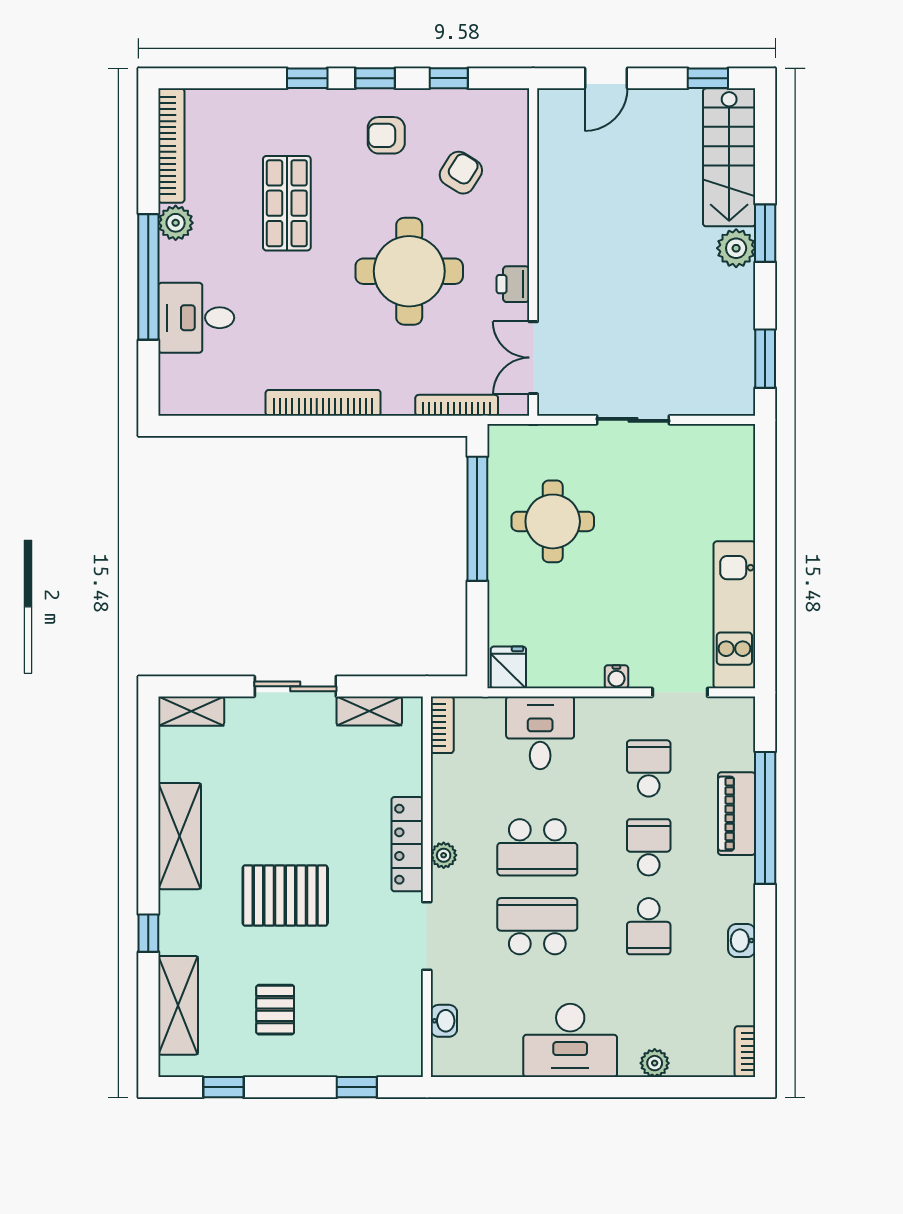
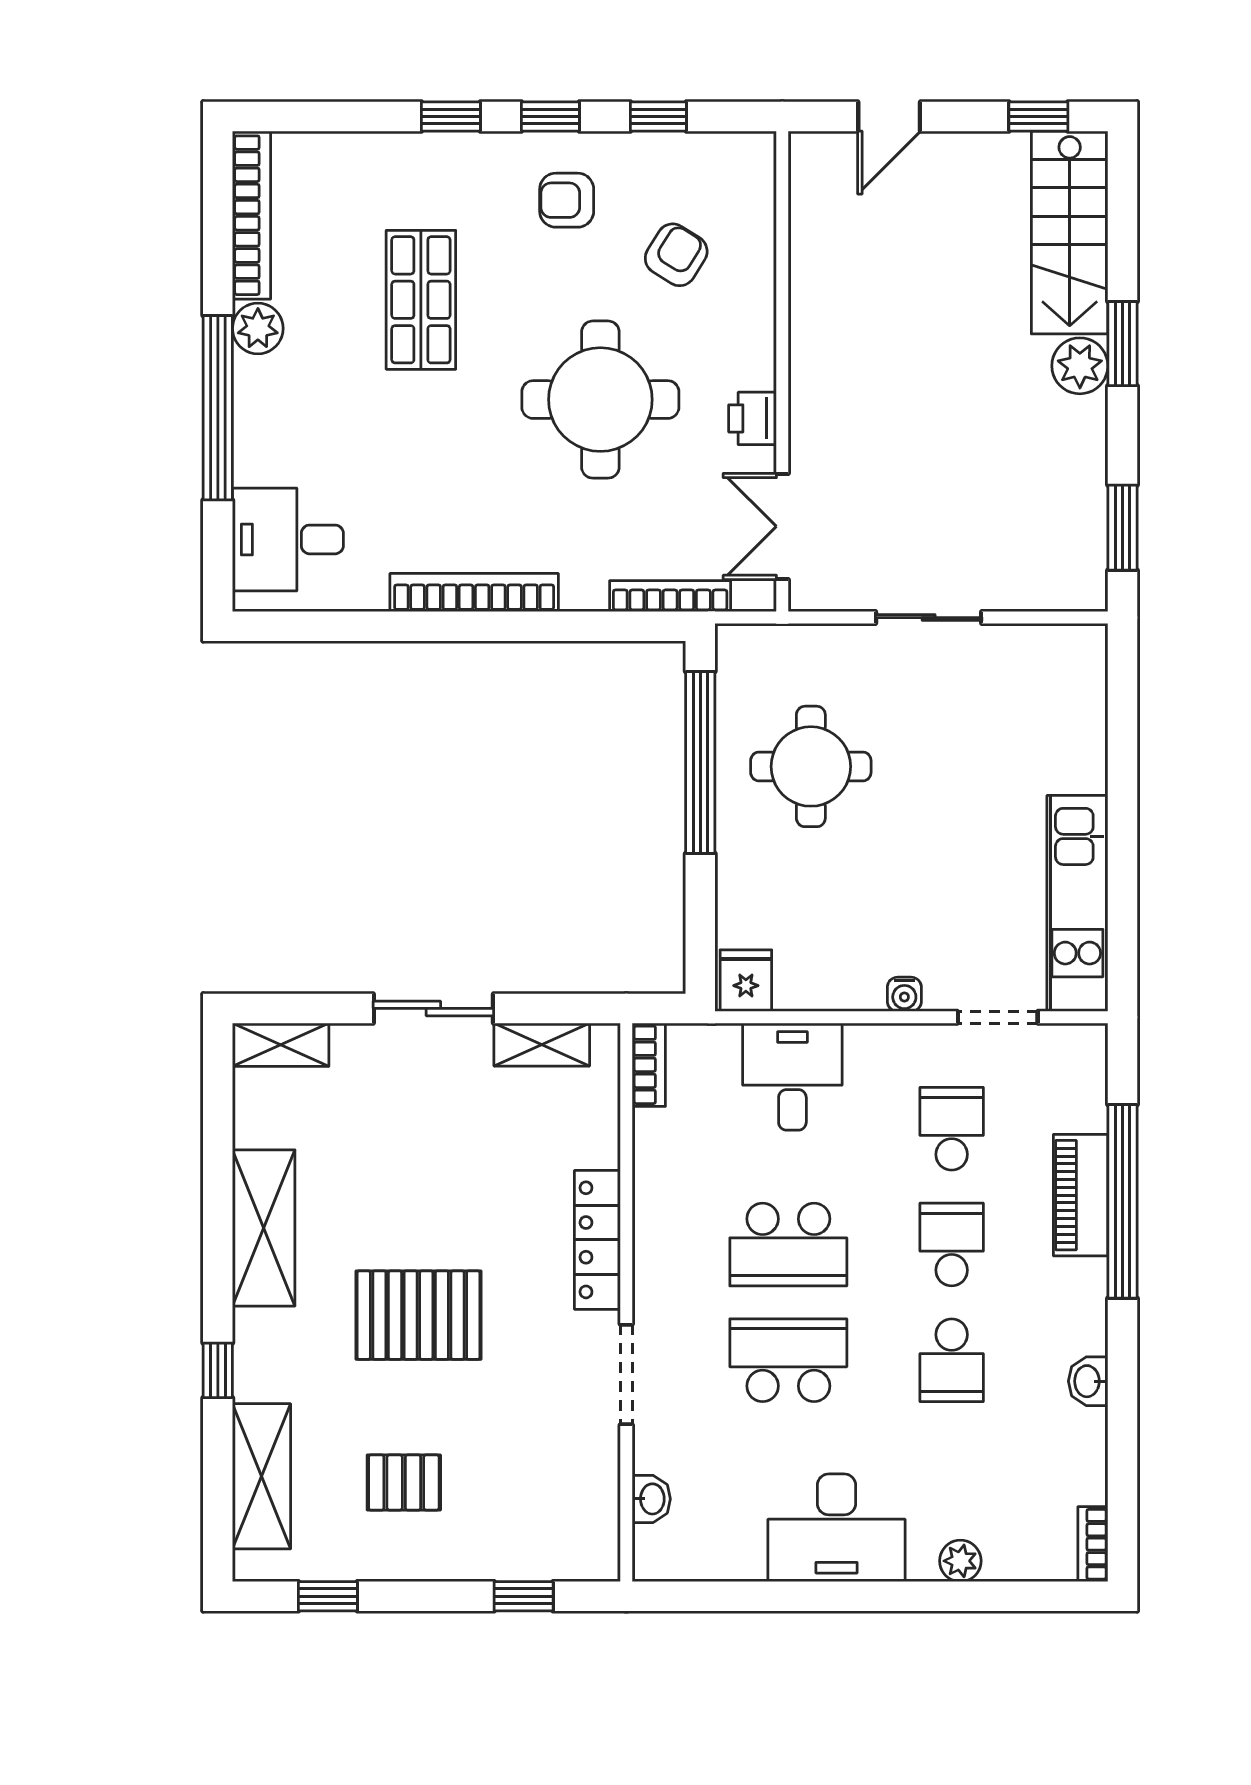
desk: (196, 318) -> (288, 539), moved
plant: (444, 855) -> (651, 1256), removed
pallet: (275, 1010) -> (404, 1483), turned 90

